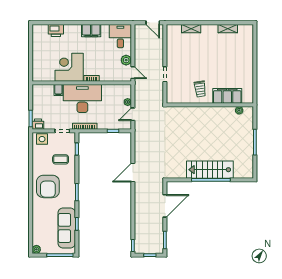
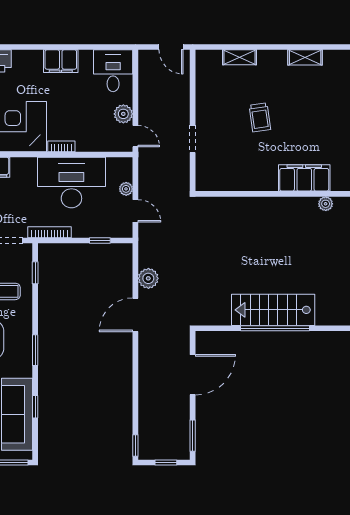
trolley: (200, 89) -> (260, 117), moved
desk: (82, 99) -> (71, 183), moved
door: (133, 114) -> (135, 211), swing flipped
plant: (140, 152) -> (148, 278), added

